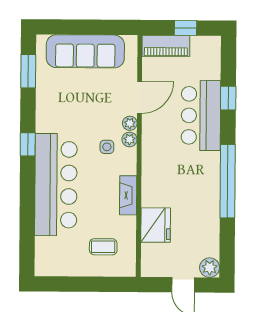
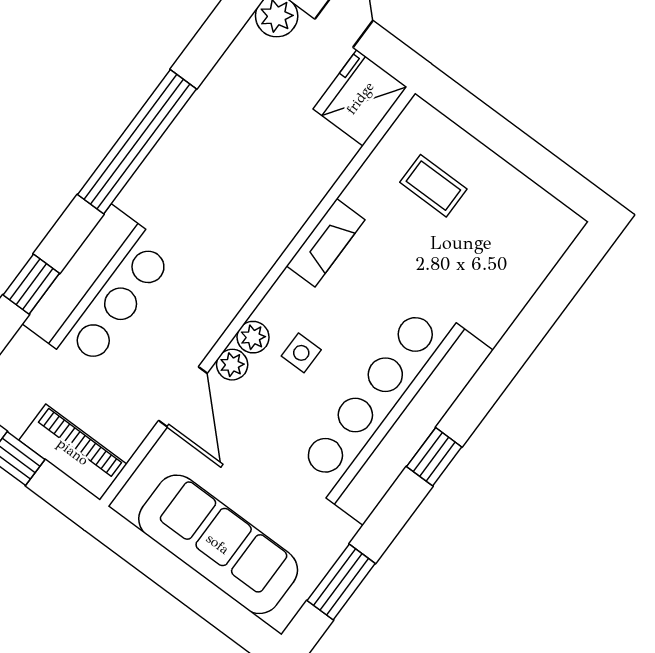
door: (140, 97) -> (183, 397), swing flipped
bar counter: (56, 185) -> (392, 411), moved
fridge: (156, 225) -> (360, 98), moved

